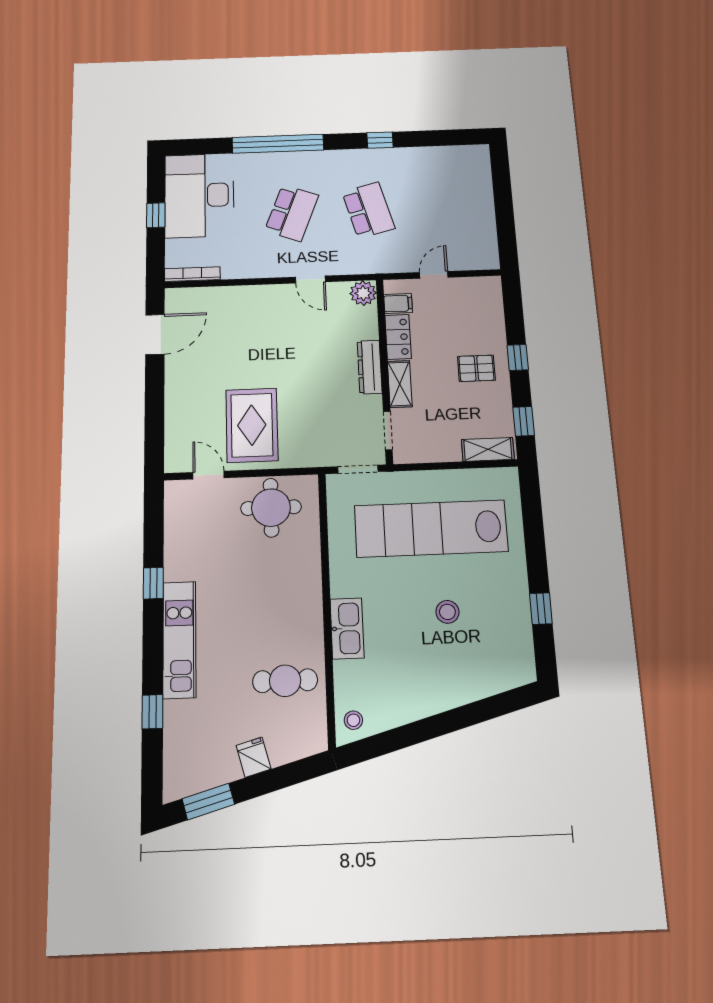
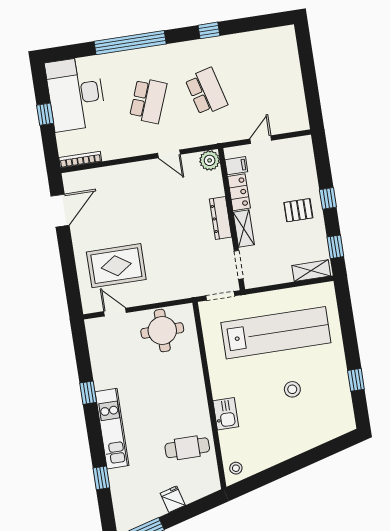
rug: (252, 425) -> (116, 266), moved, turned 90
lab bench: (431, 529) -> (276, 333), turned 180
kitchen sink: (347, 628) -> (226, 414), width x0.73

